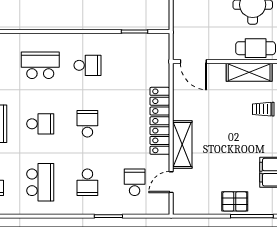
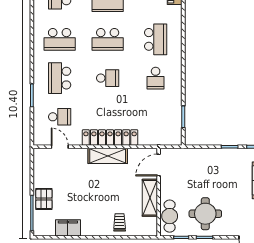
shelving: (249, 72) -> (150, 198), moved
school desk: (40, 124) -> (108, 39), width x1.85
shelving: (182, 144) -> (108, 156), moved
school desk: (87, 182) -> (60, 78), width x1.85

